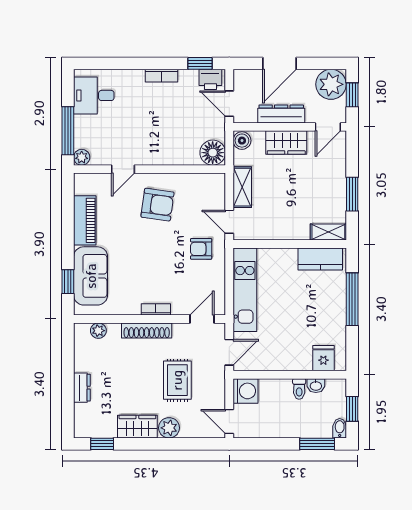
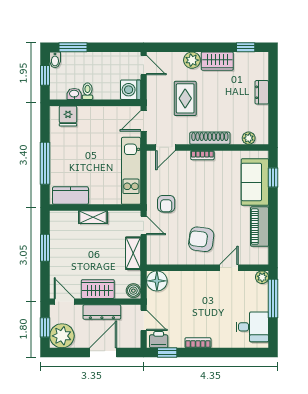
door: (328, 127) -> (64, 302), hinge flipped
shelving: (328, 232) -> (93, 217), moved
armchair: (201, 249) -> (166, 204), turned 90

